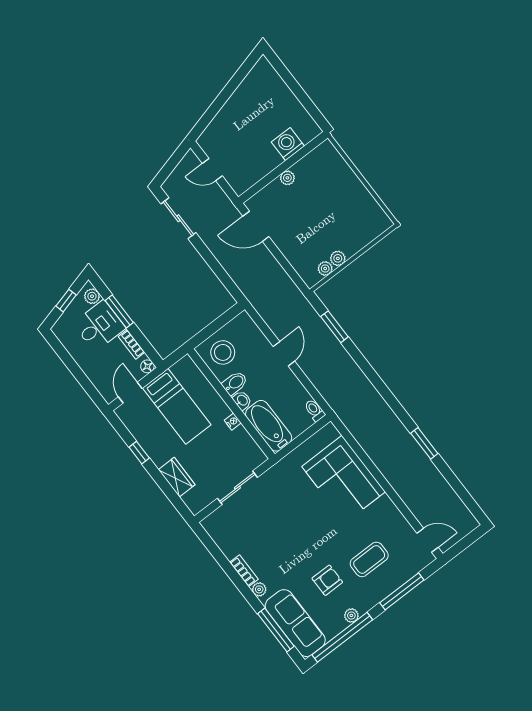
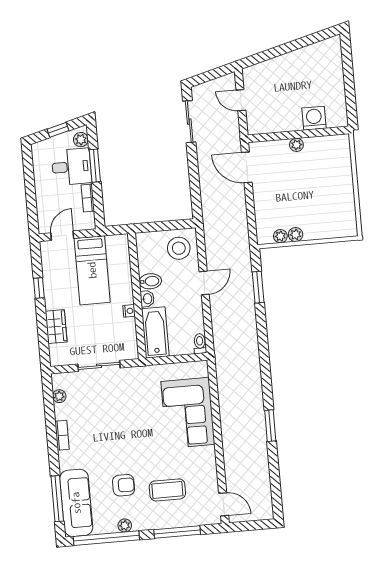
stool: (223, 352) -> (179, 248), moved
floor lamp: (147, 366) -> (89, 224), removed
plant: (259, 589) -> (59, 396), moved

